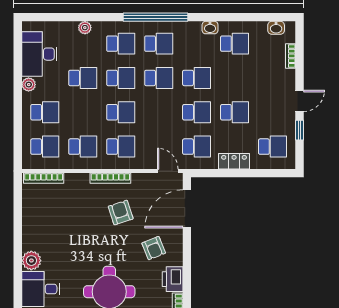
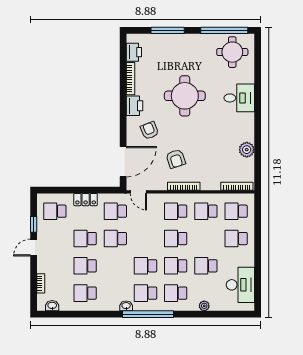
washbasin: (210, 28) -> (126, 306), moved
school desk: (197, 78) -> (85, 266), moved
plant: (29, 85) -> (249, 261), removed
plant: (31, 261) -> (247, 150), moved

